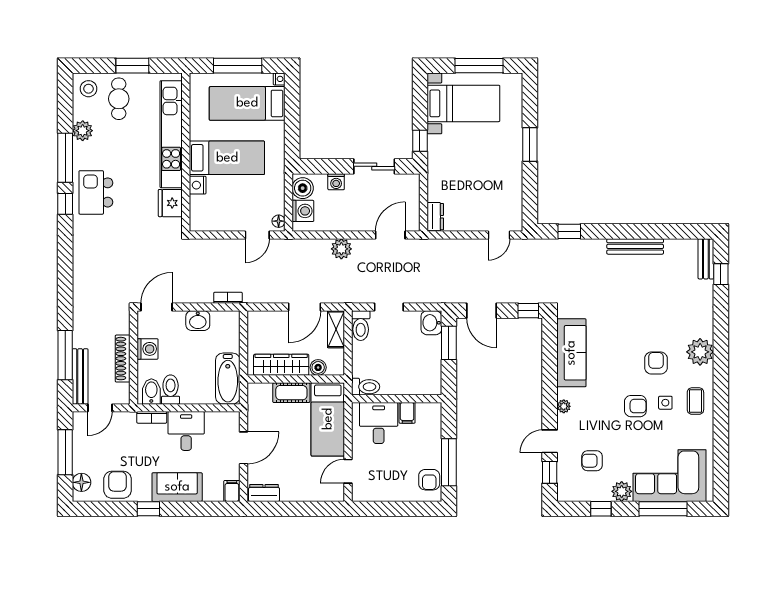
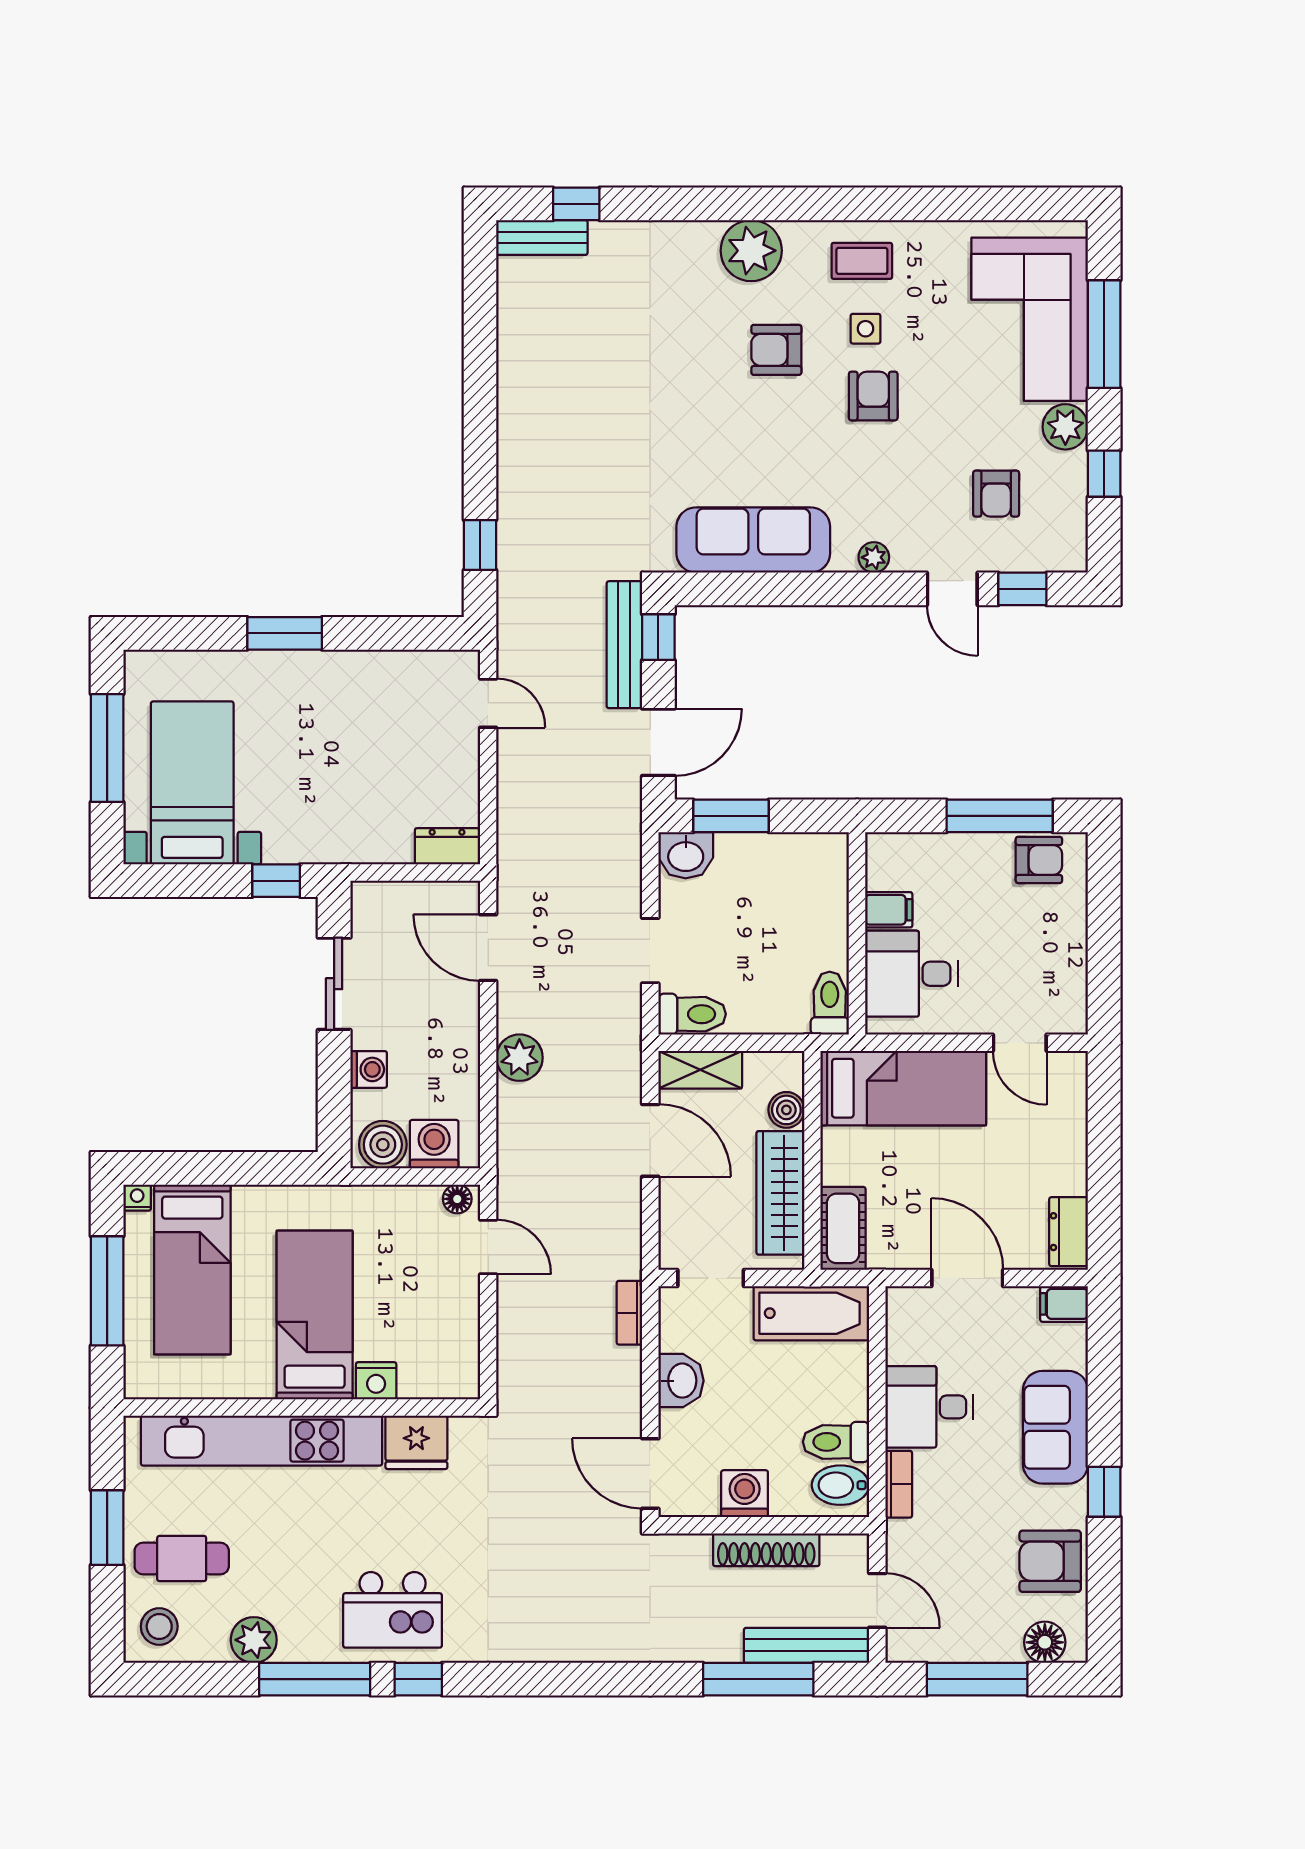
bench: (635, 246) -> (624, 645), moved
doorway: (243, 334) -> (711, 1278), added
cot: (291, 393) -> (843, 1228), moved

